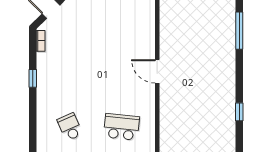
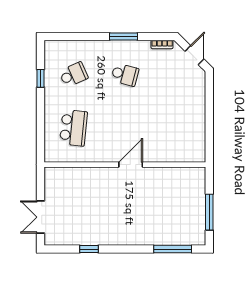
school desk: (70, 77) -> (125, 75), added
window: (33, 78) -> (123, 36), width x1.50

